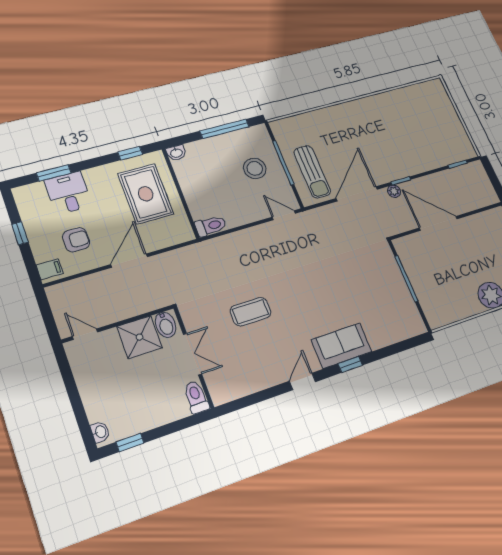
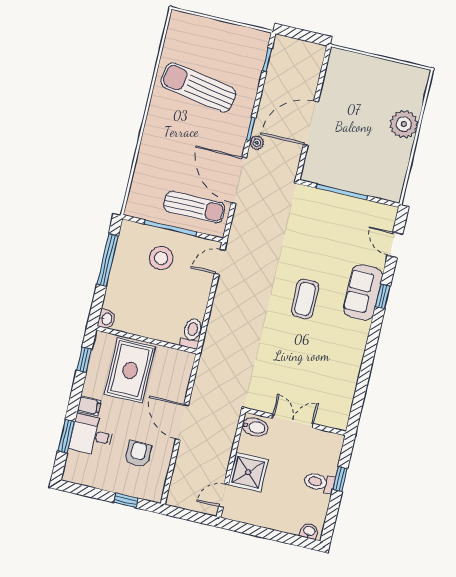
sun lounger: (401, 126) -> (198, 87), added
rug: (146, 194) -> (130, 370), turned 90
window: (20, 233) -> (126, 500), moved
filing cabinet: (50, 269) -> (89, 406), moved, turned 90
coffee table: (251, 312) -> (305, 299), moved
shower: (139, 337) -> (248, 472), moved
door: (302, 381) -> (395, 245), moved
toilet: (196, 397) -> (319, 482), moved
window: (130, 443) -> (340, 479), moved

